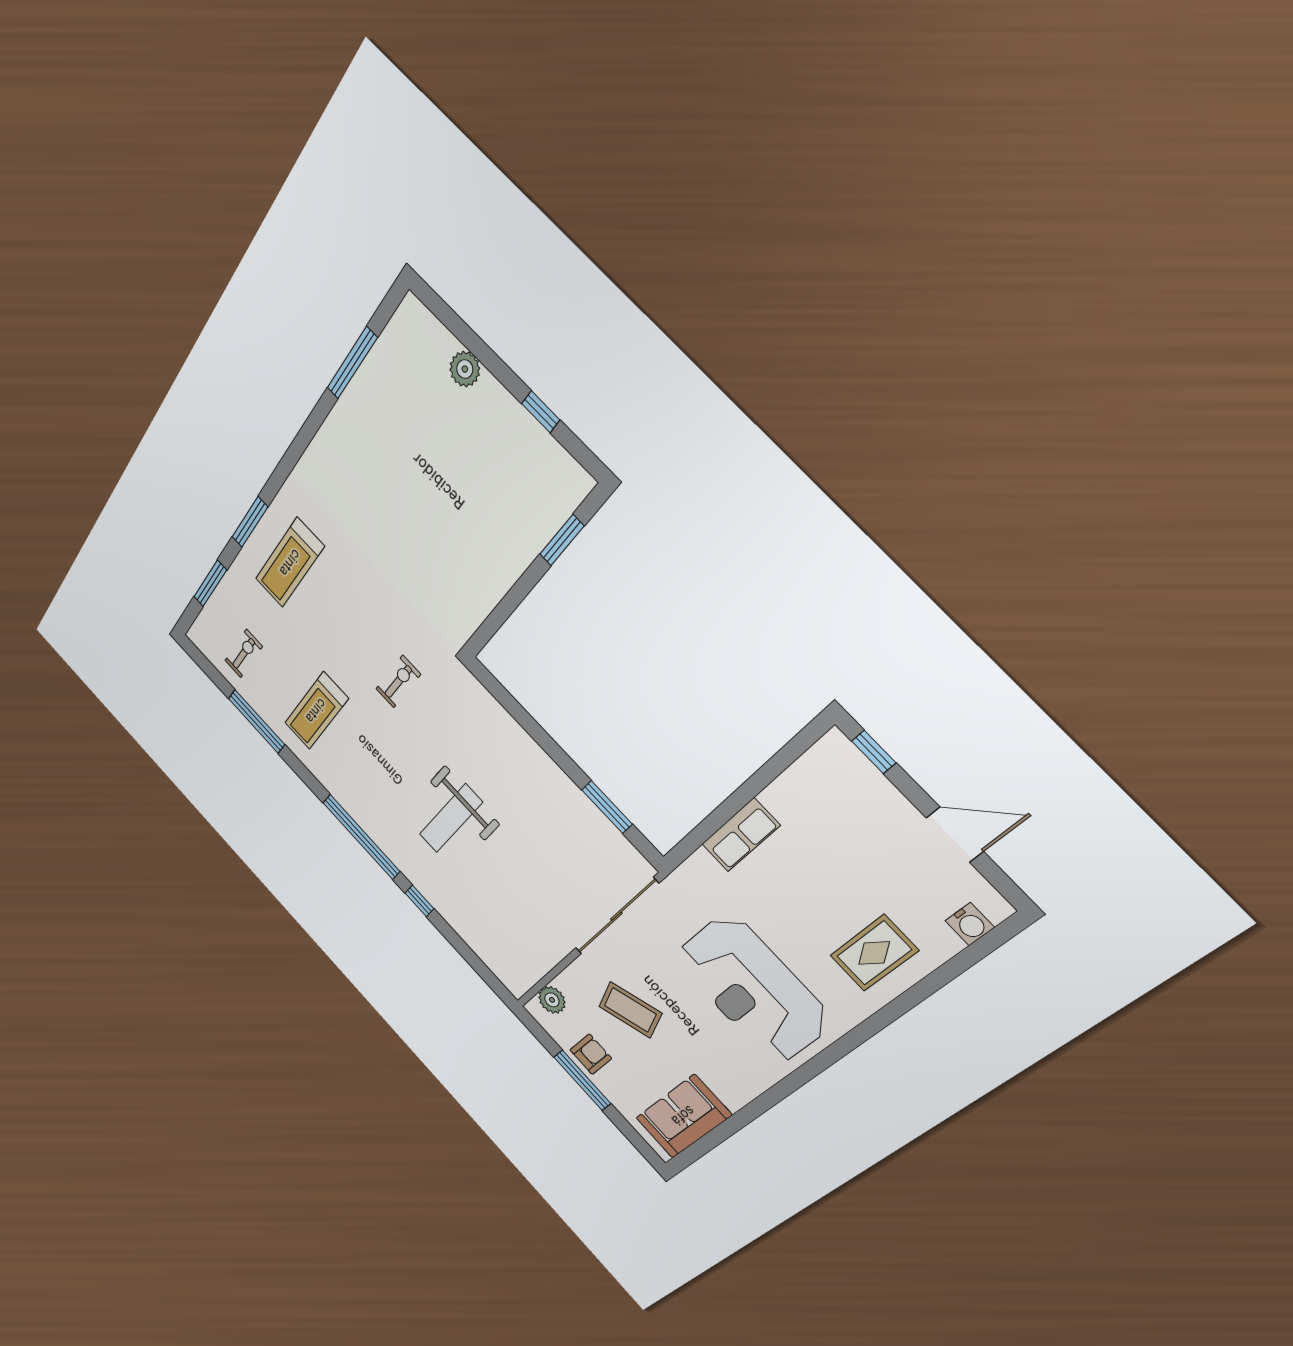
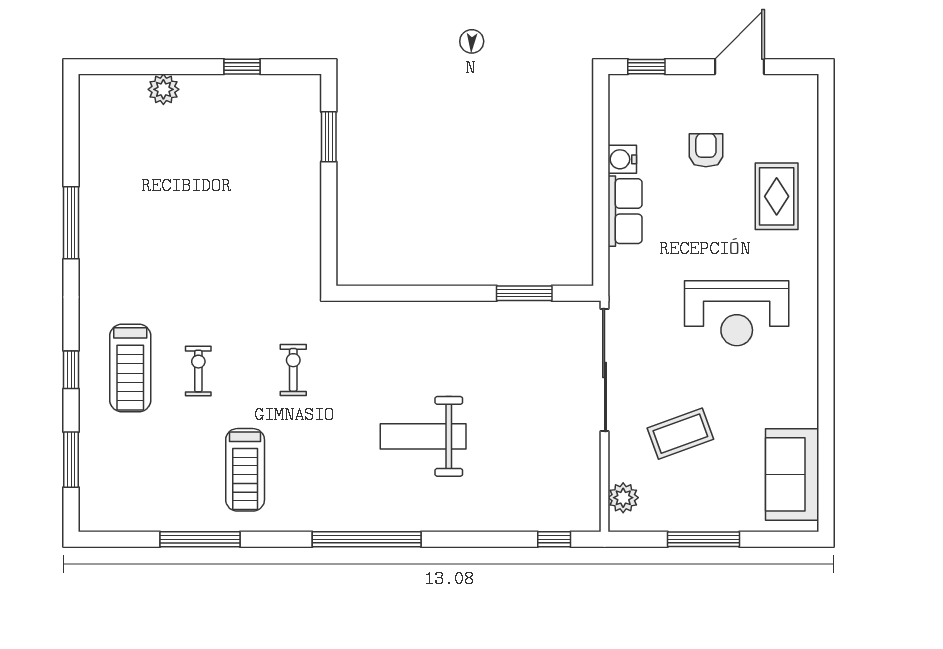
window: (352, 363) -> (71, 223), moved
window: (250, 522) -> (71, 370), width x0.67
exercise bike: (244, 653) -> (198, 371), moved
weight bench: (451, 818) -> (423, 436), turned 90
window: (419, 901) -> (554, 539), moved
water cooler: (970, 924) -> (622, 159), moved, turned 180
reception desk: (753, 989) -> (737, 313), width x0.74, depth x0.77
armchair: (591, 1054) -> (706, 150), moved

